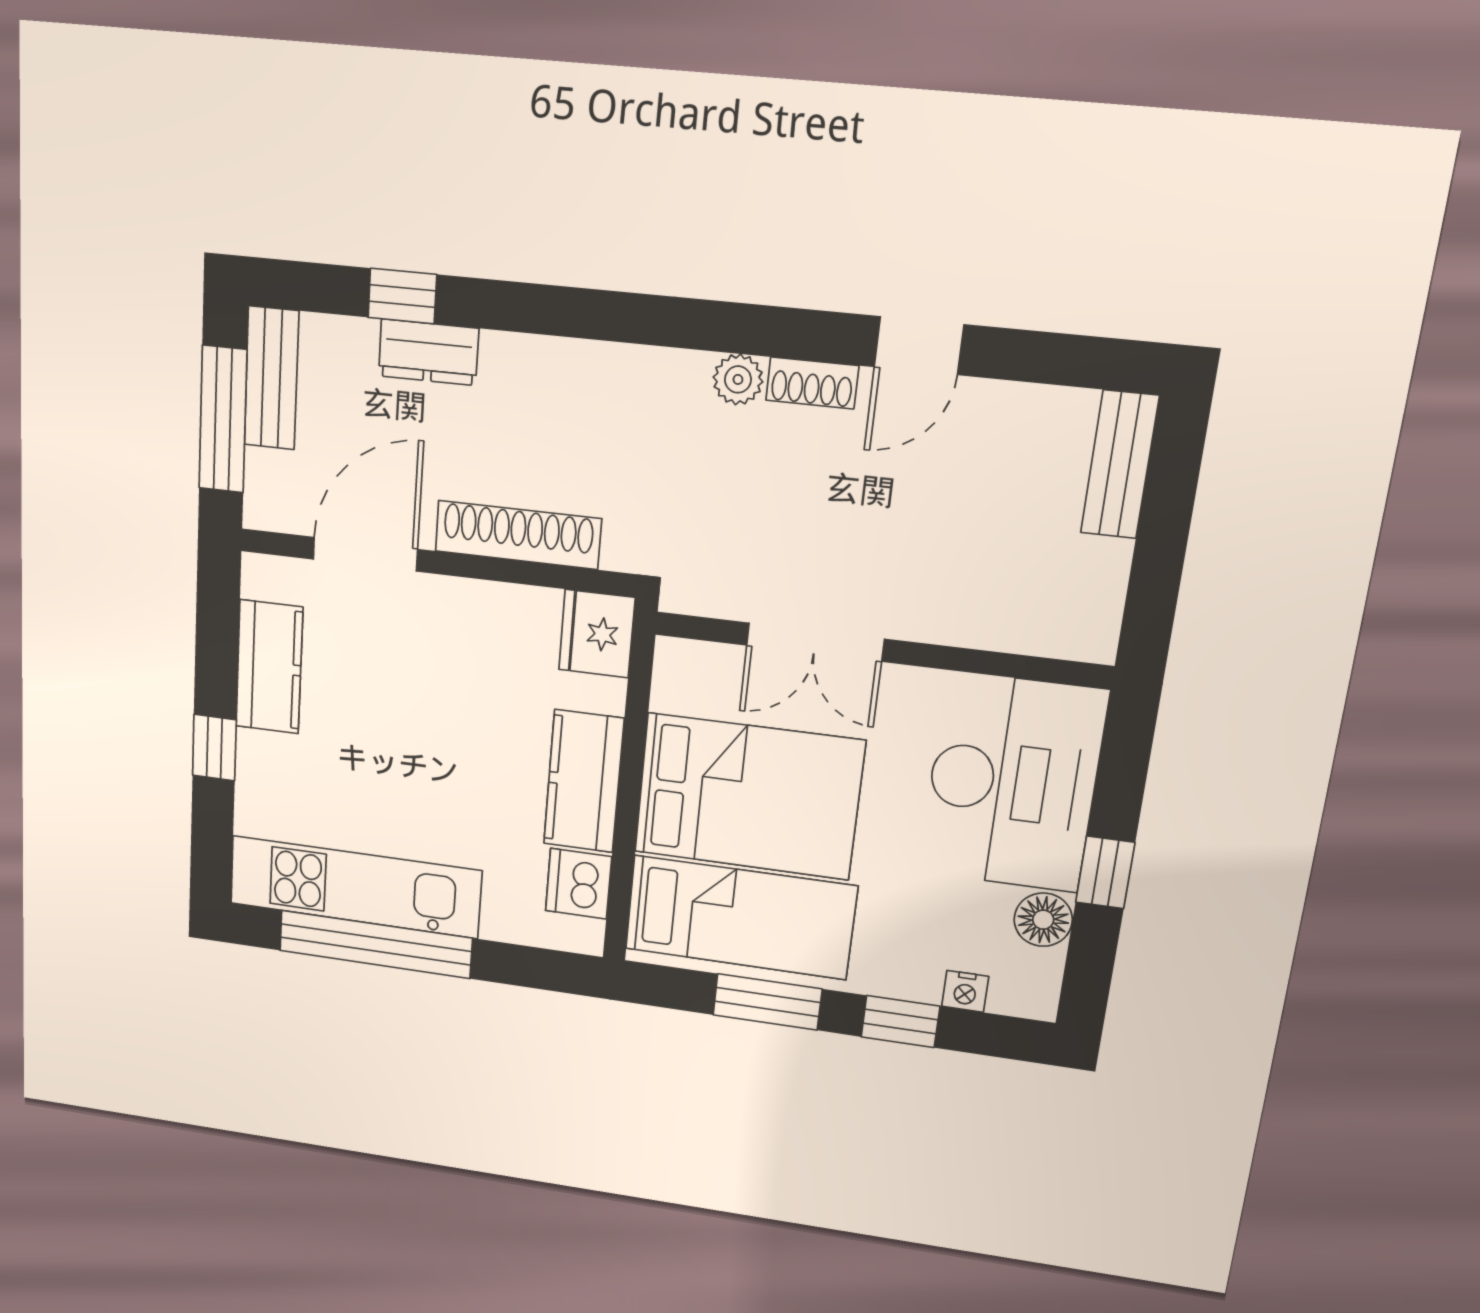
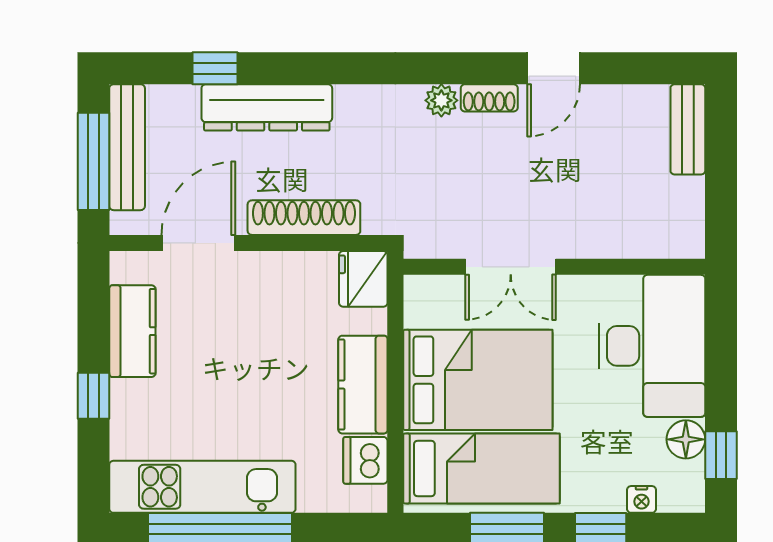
dresser: (428, 352) -> (267, 107), width x1.96, depth x1.24
bench: (271, 378) -> (127, 147), width x1.36
window: (1105, 872) -> (721, 455), moved

